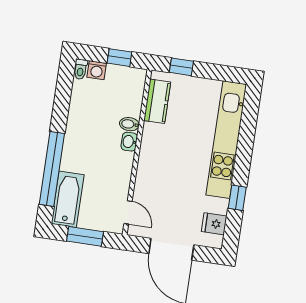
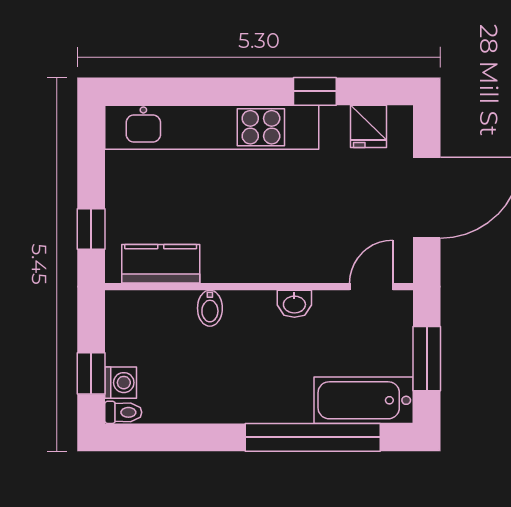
window: (119, 58) -> (91, 373), moved
washbasin: (129, 142) -> (294, 304), moved

